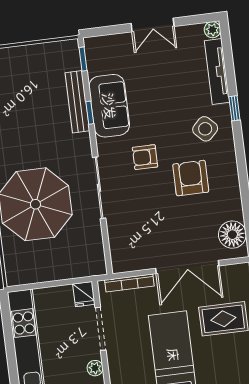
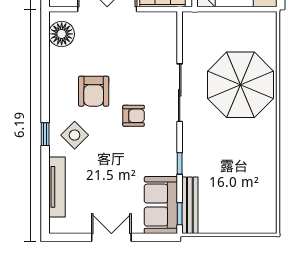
plant: (212, 30) -> (56, 226), removed
bench: (77, 102) -> (190, 205), moved
sofa: (109, 106) -> (161, 205), moved
window: (234, 108) -> (45, 134), moved

